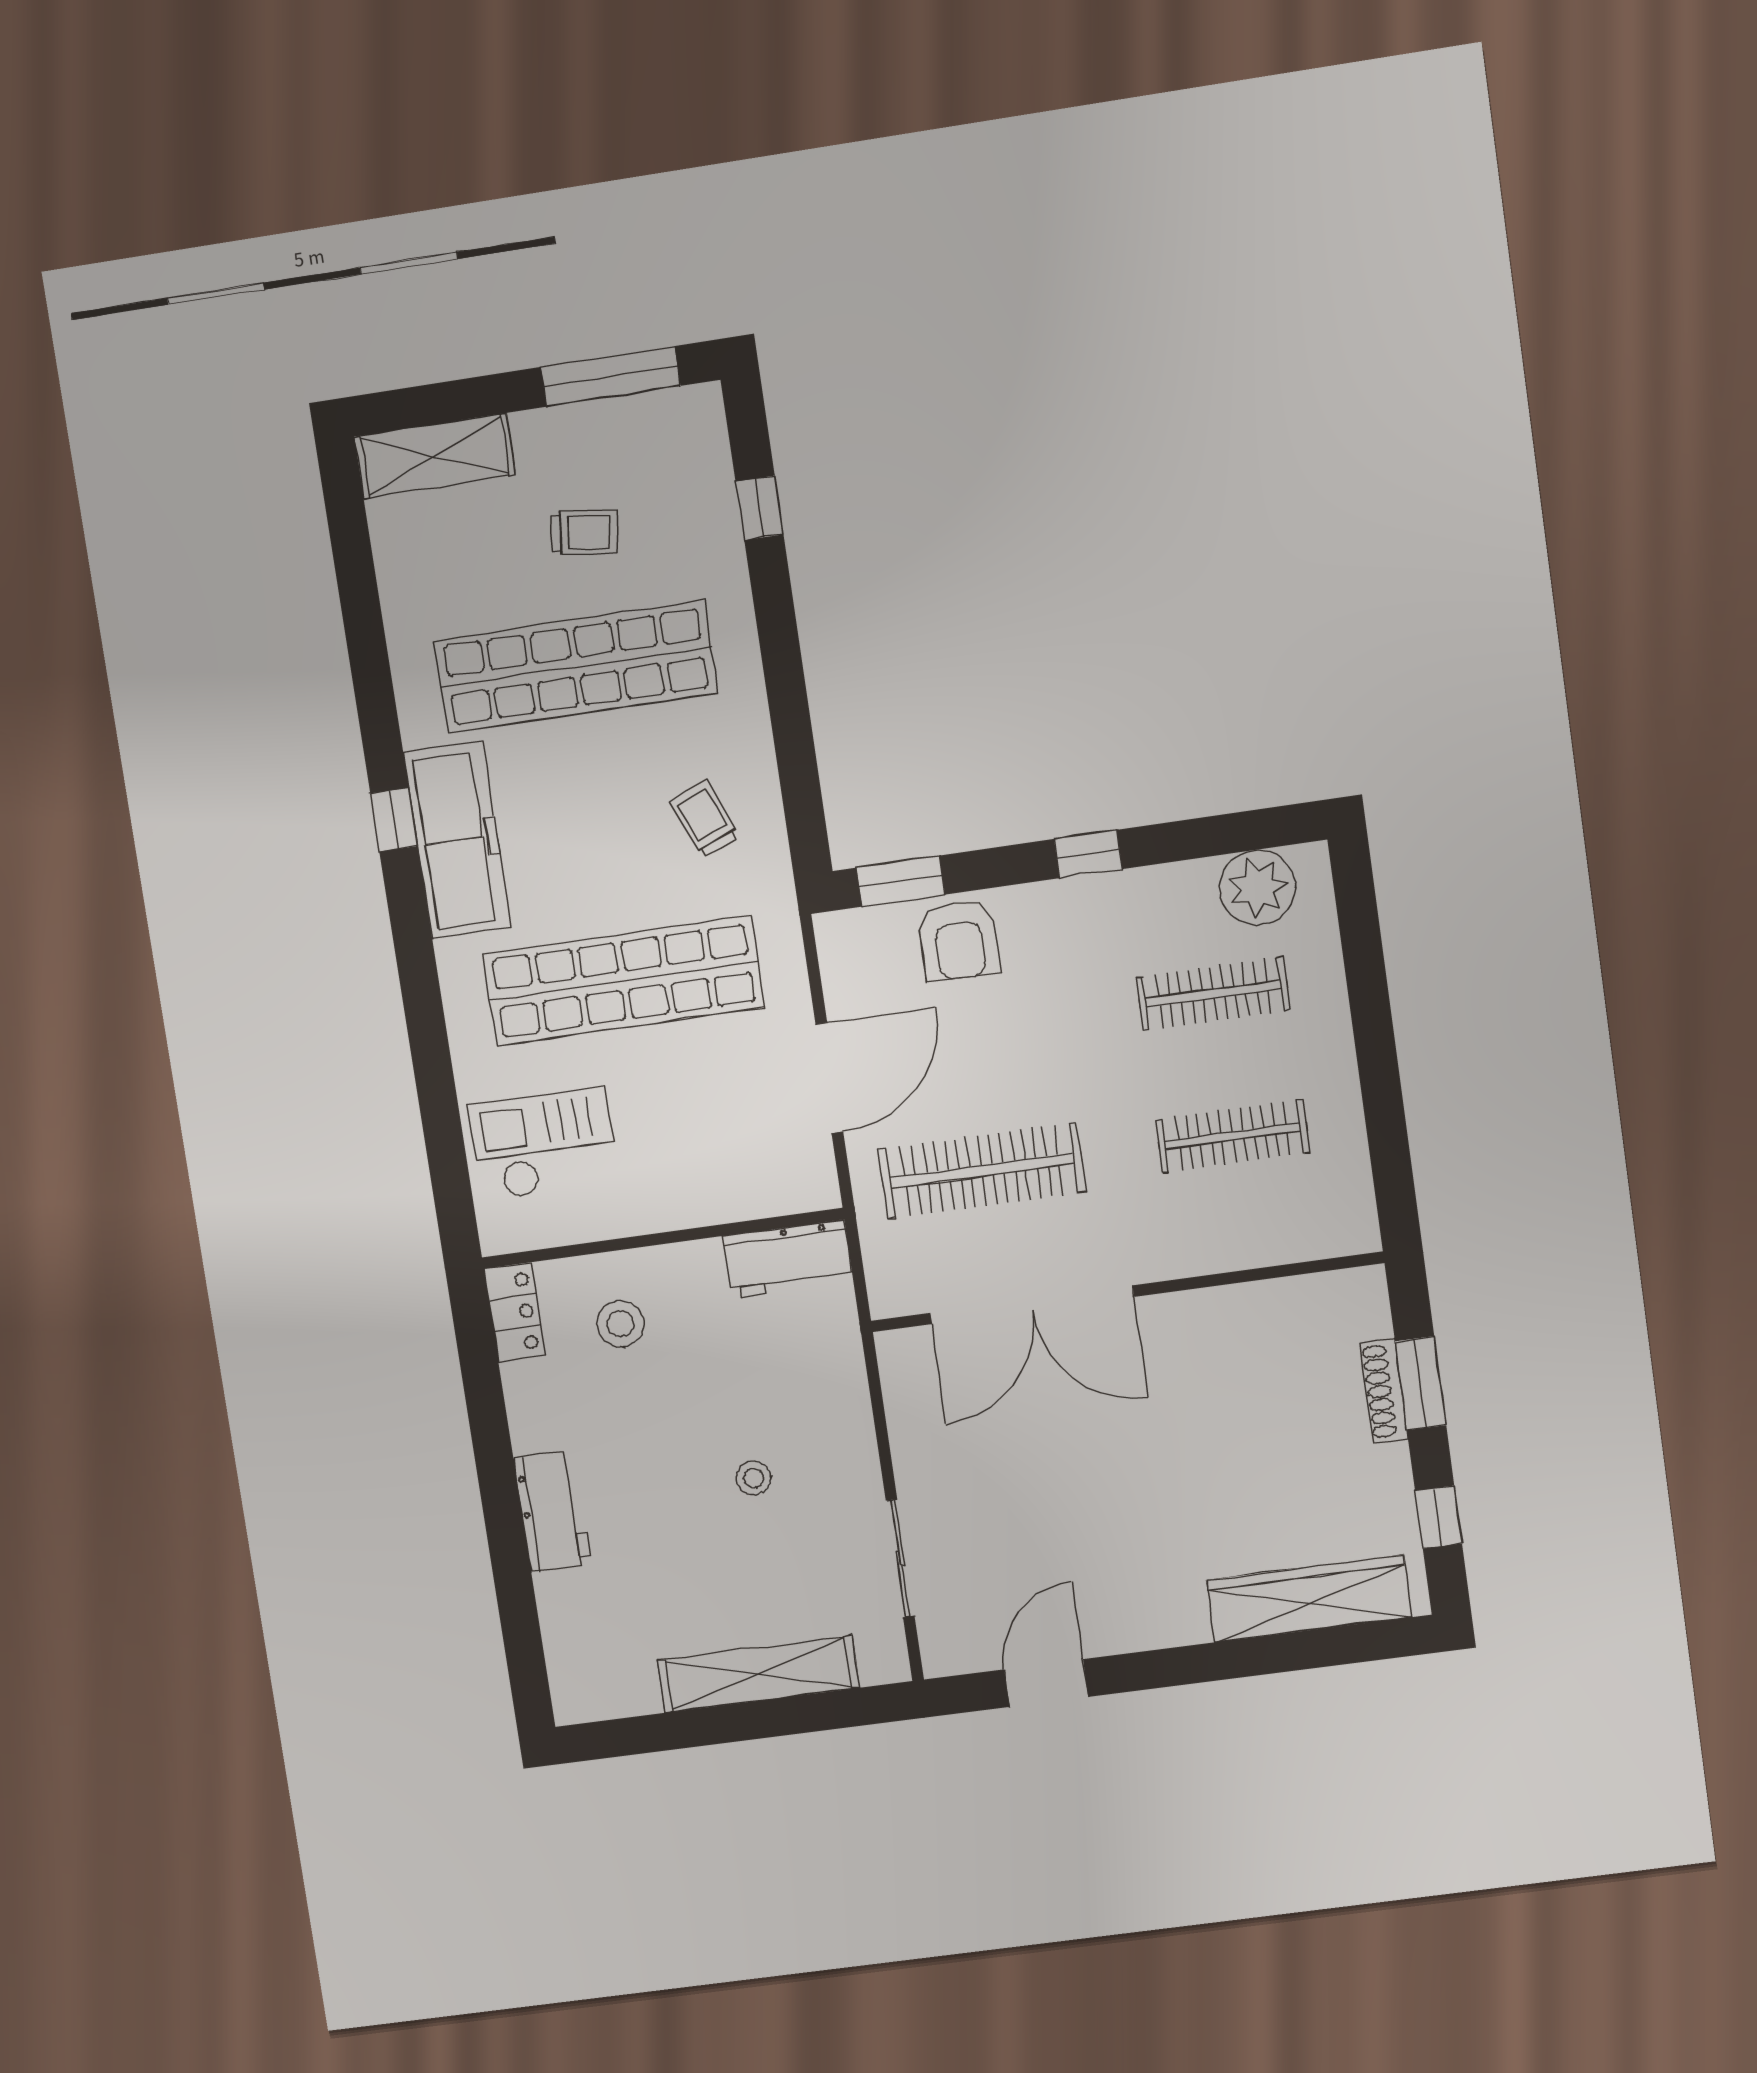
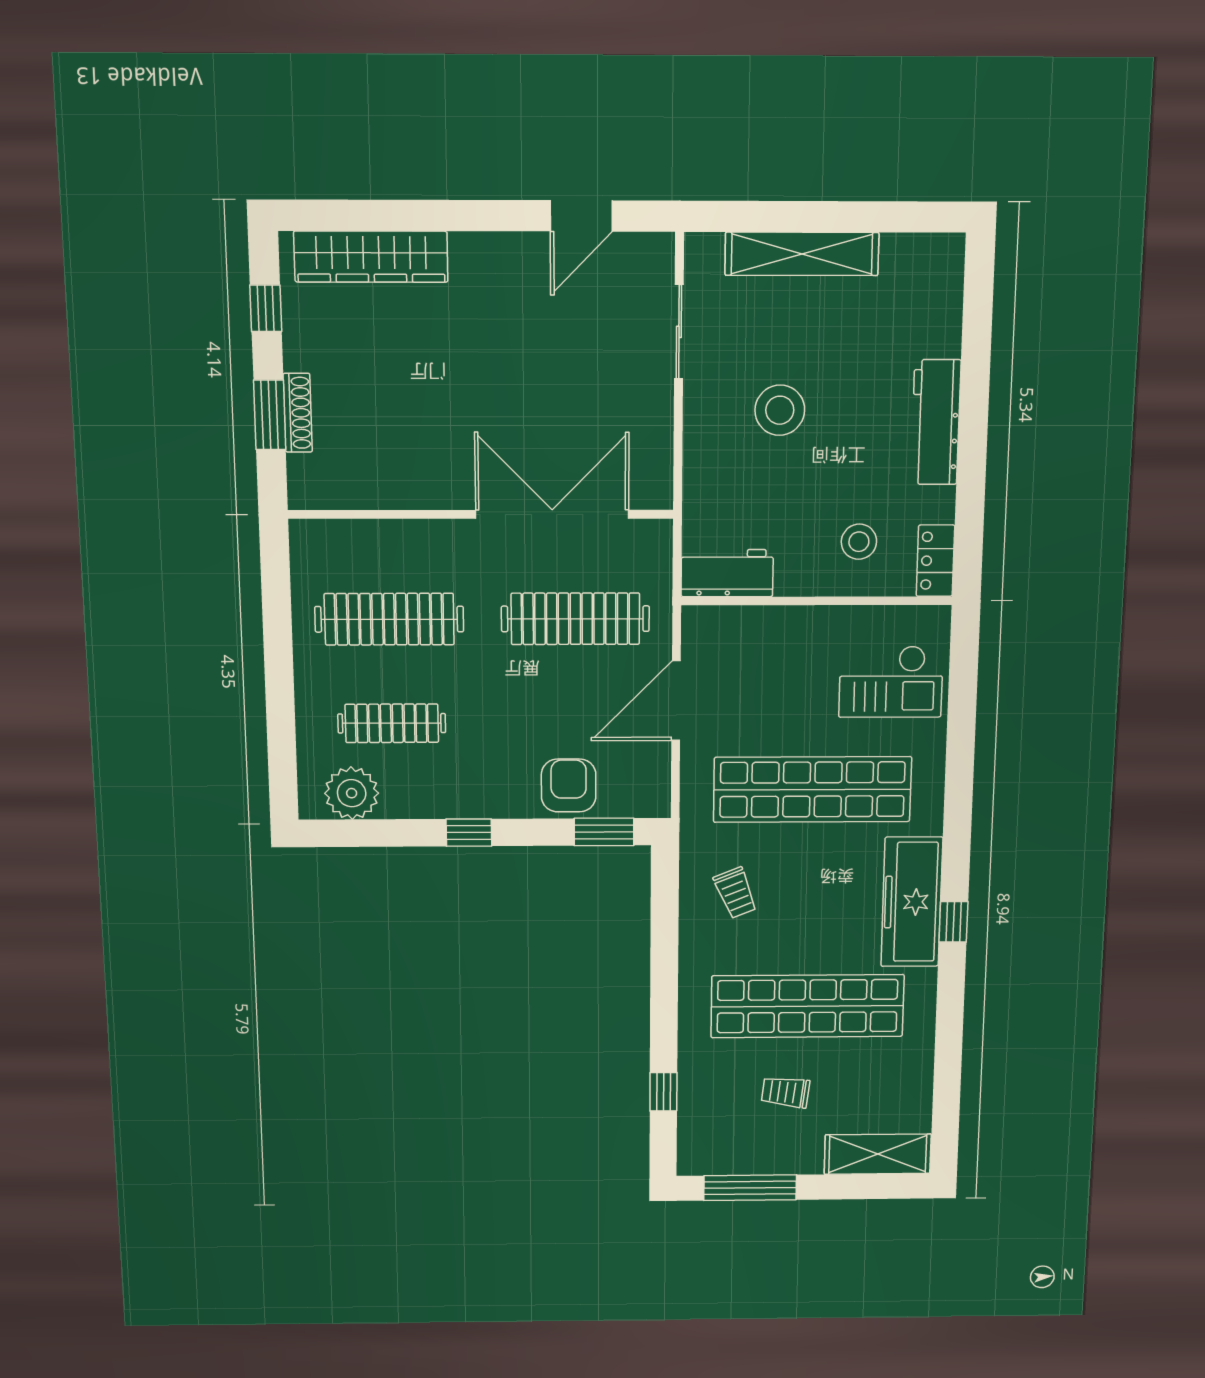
clothes rail: (1233, 1136) -> (389, 619), width x1.37, depth x1.31
stool: (754, 1478) -> (780, 410), width x1.89, depth x1.89
workbench: (552, 1511) -> (936, 422), width x1.38

